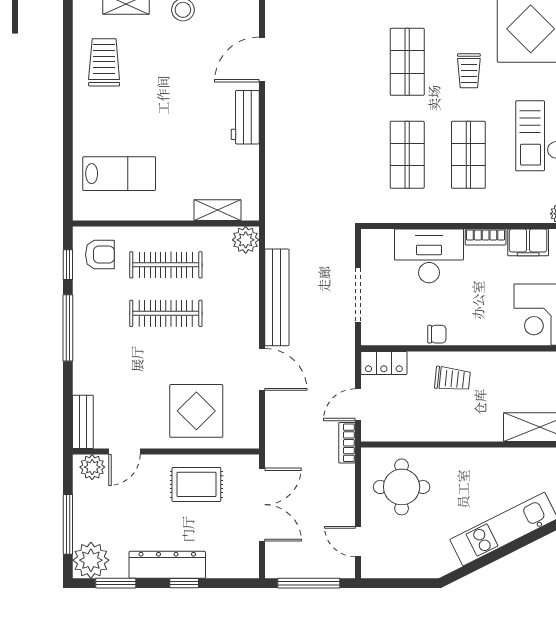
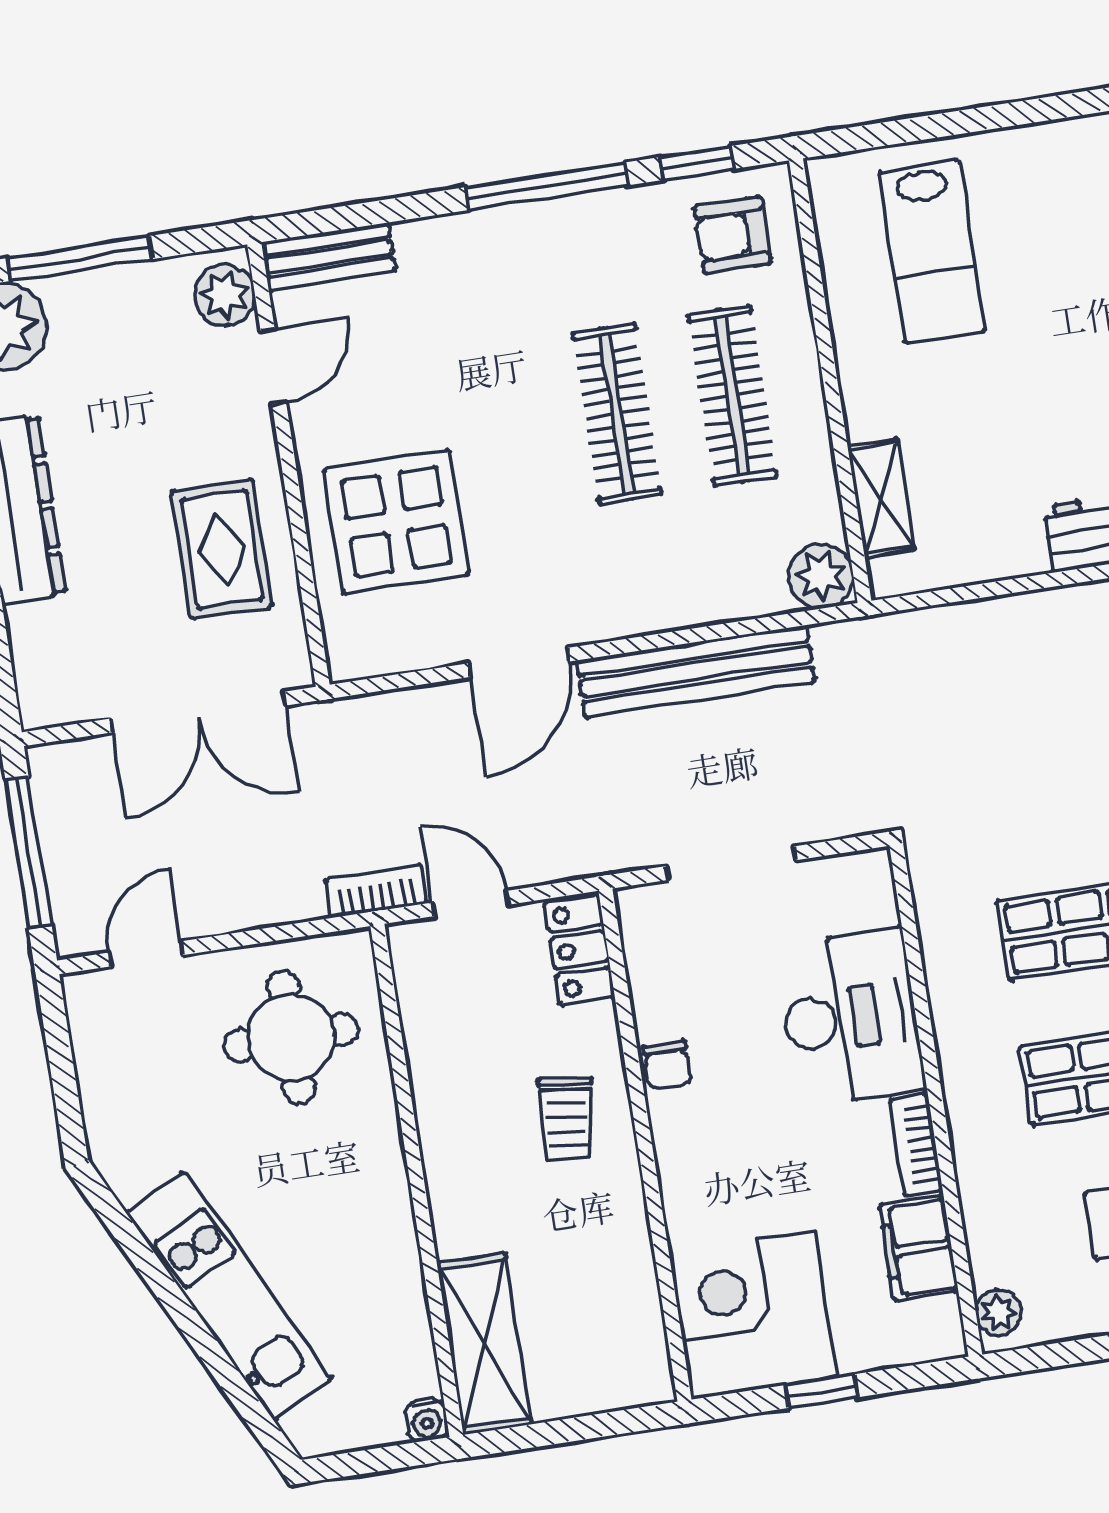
armchair: (100, 255) -> (732, 235), turned 90
door: (124, 452) -> (273, 366), swing flipped

